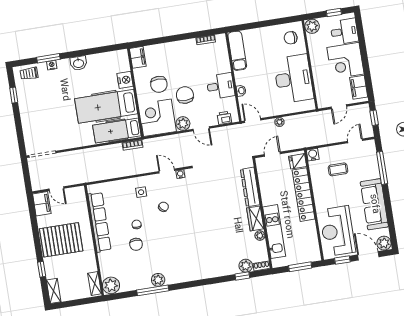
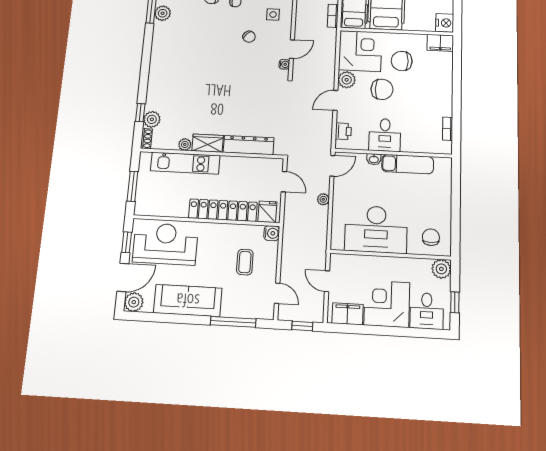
exam couch: (237, 51) -> (408, 164), moved
nightstand: (125, 80) -> (445, 23), moved, turned -90

